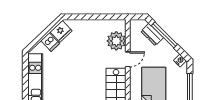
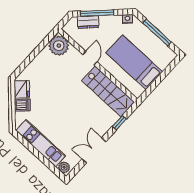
plant: (116, 41) -> (59, 46), moved

